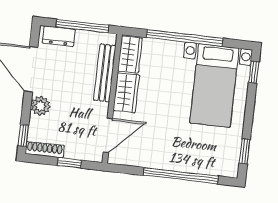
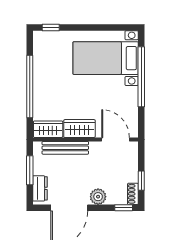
window: (82, 26) -> (30, 170), width x0.69
bed with nightstands: (214, 86) -> (106, 58), moved, turned 180
shoe rack: (45, 150) -> (133, 194), width x0.70
window: (245, 151) -> (116, 27), removed
window: (69, 163) -> (141, 181), moved

